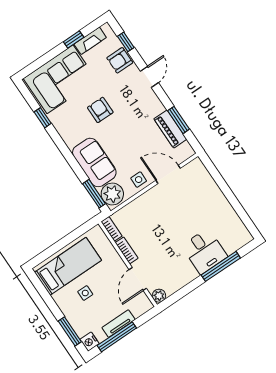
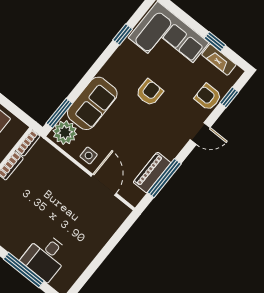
window: (179, 120) -> (164, 178), width x1.44
desk: (204, 251) -> (46, 257), moved

